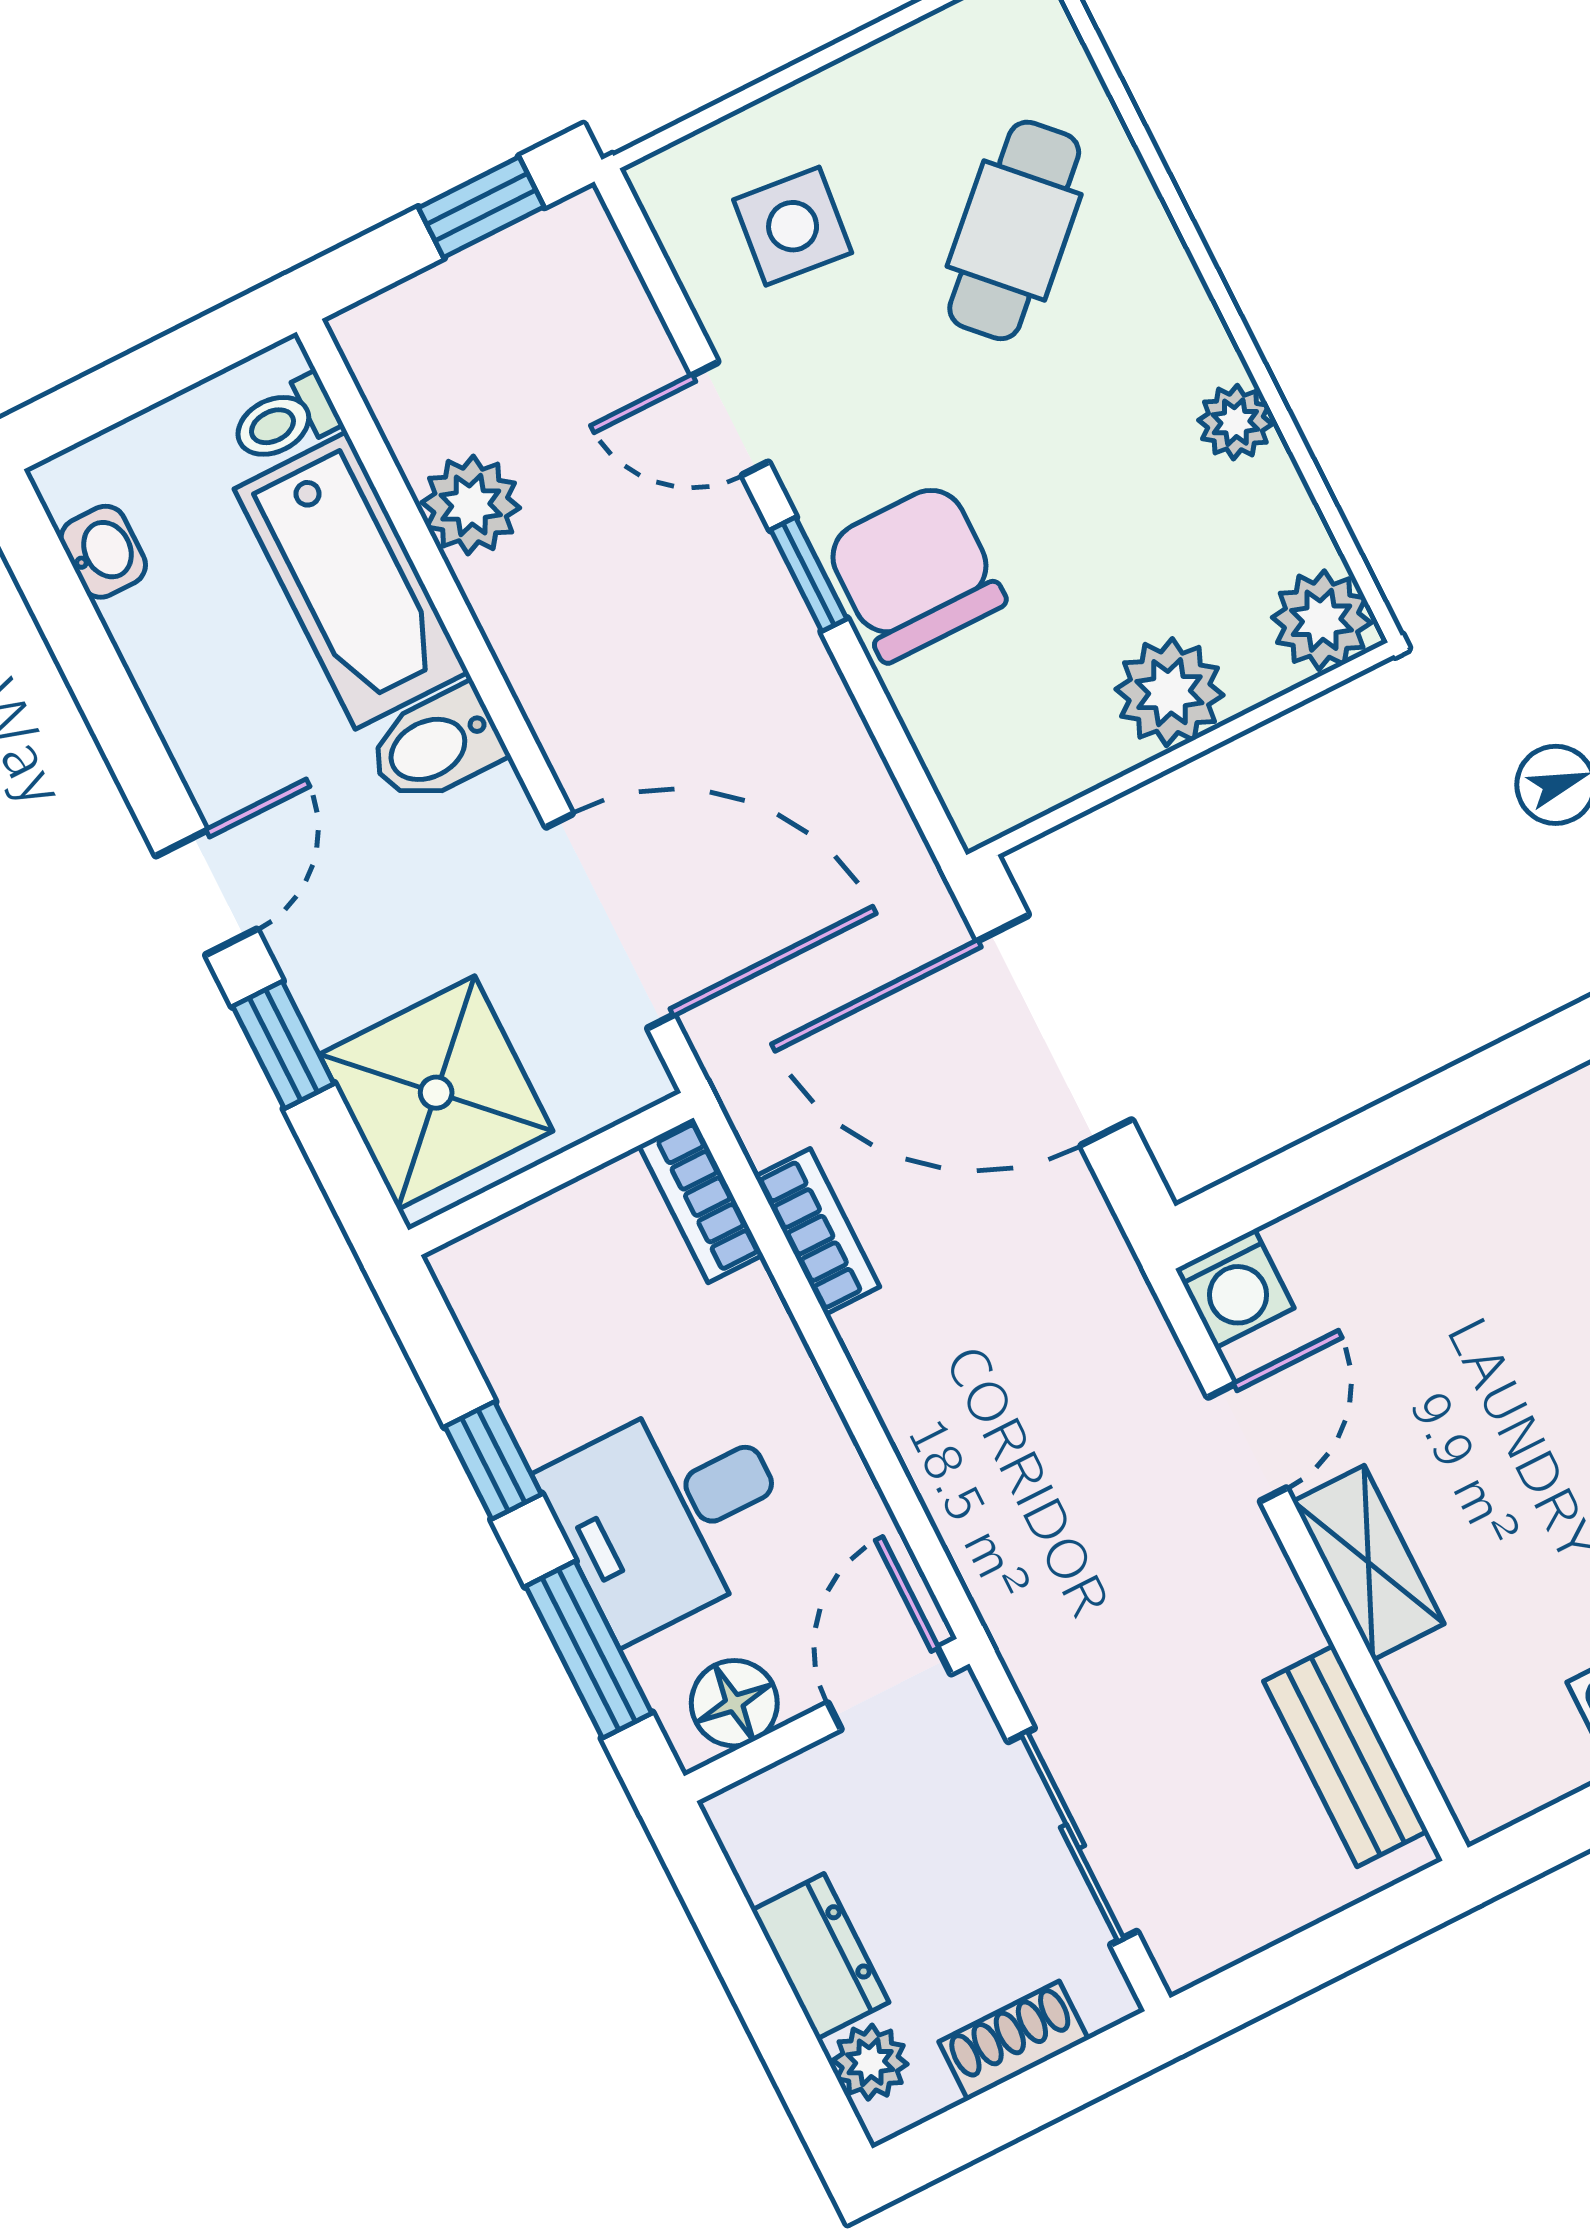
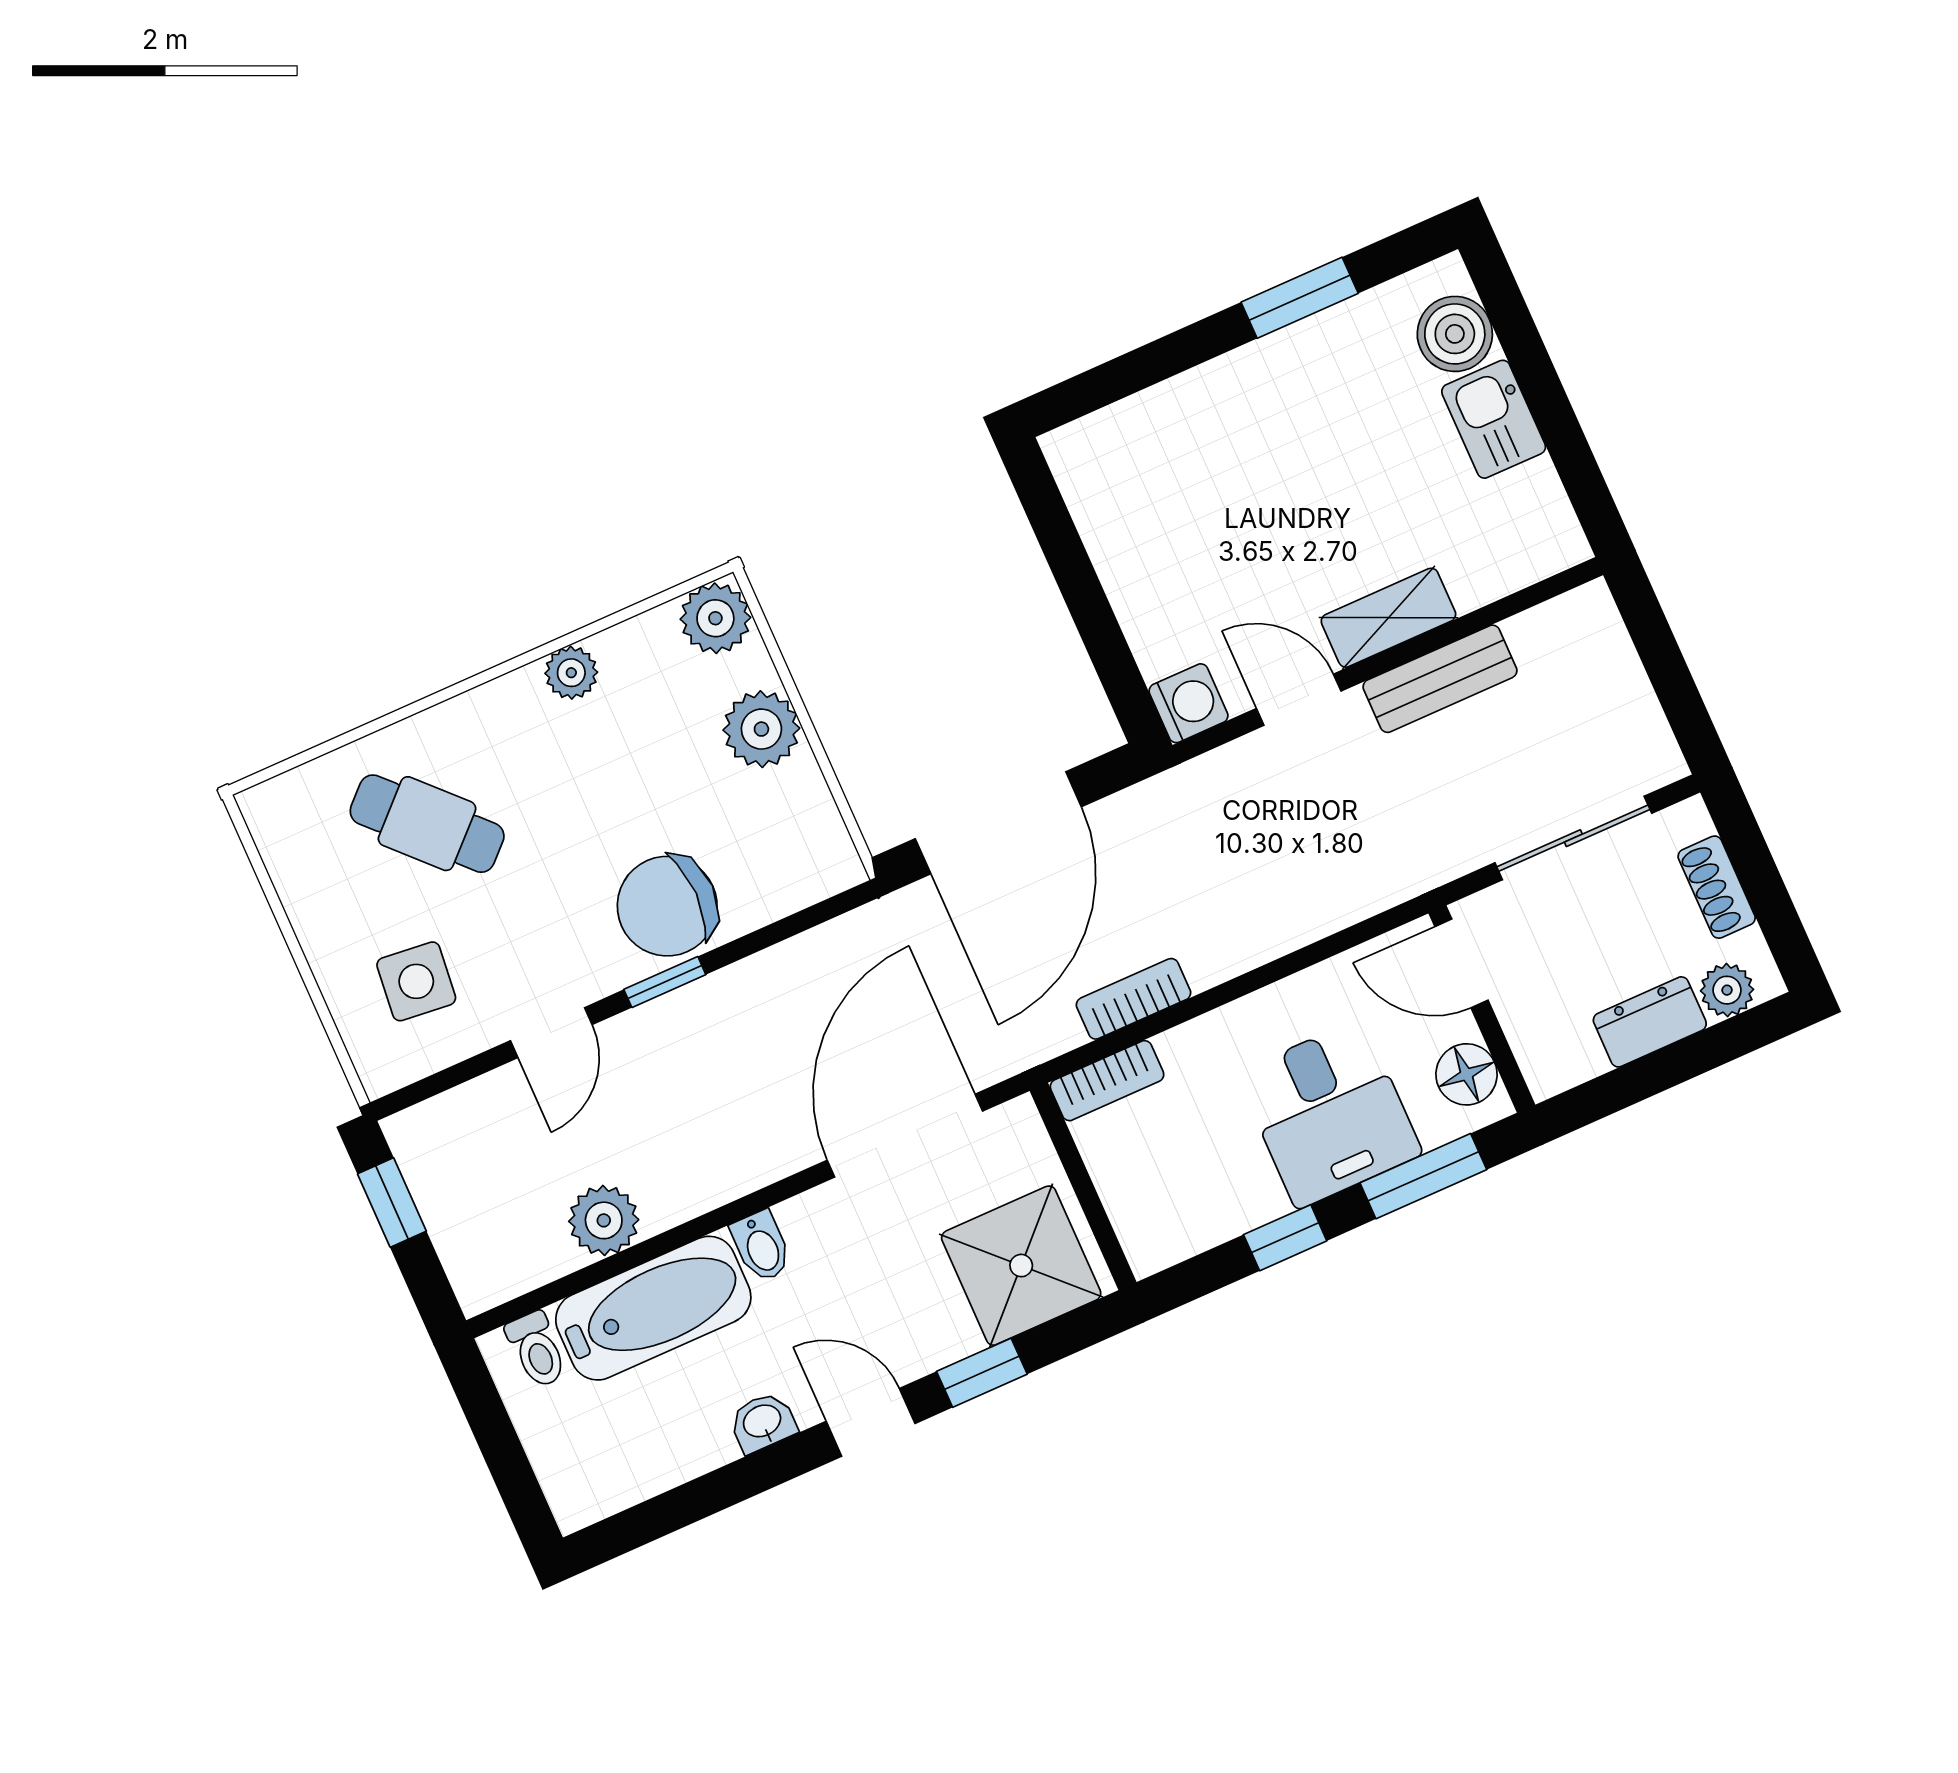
washbasin: (103, 552) -> (763, 1422), moved
bidet: (436, 745) -> (761, 1246), width x0.72, depth x0.74
bench: (1346, 1756) -> (1440, 679), moved

